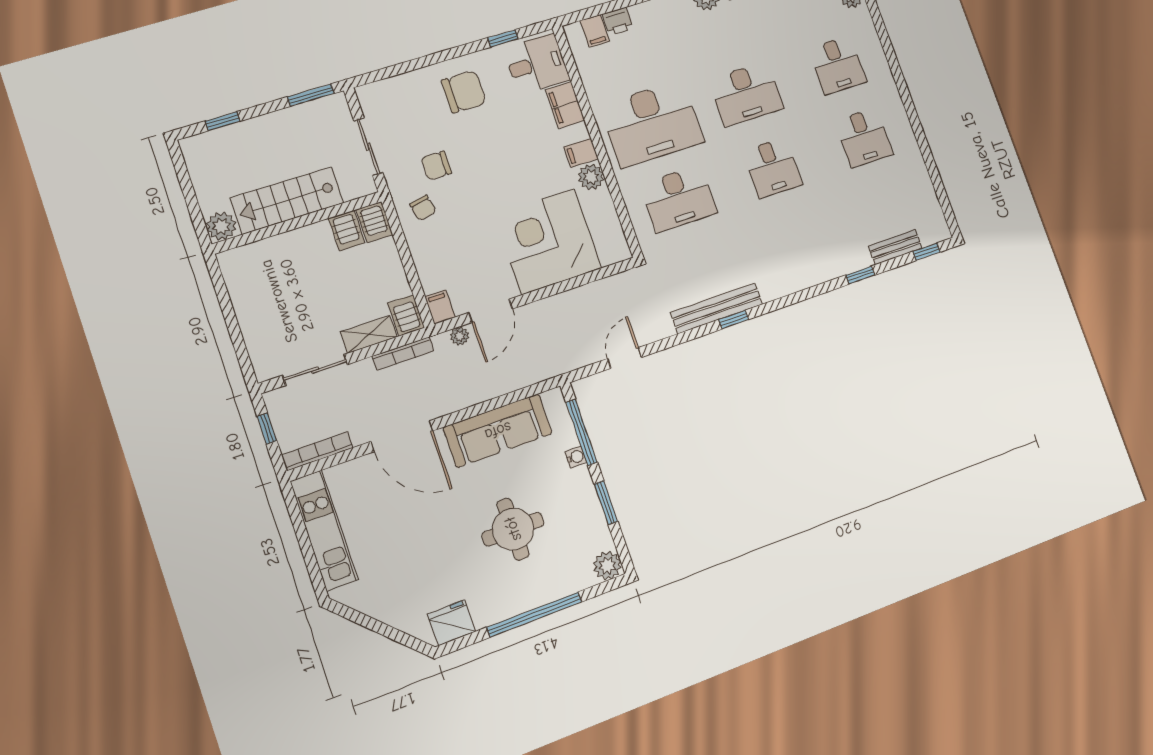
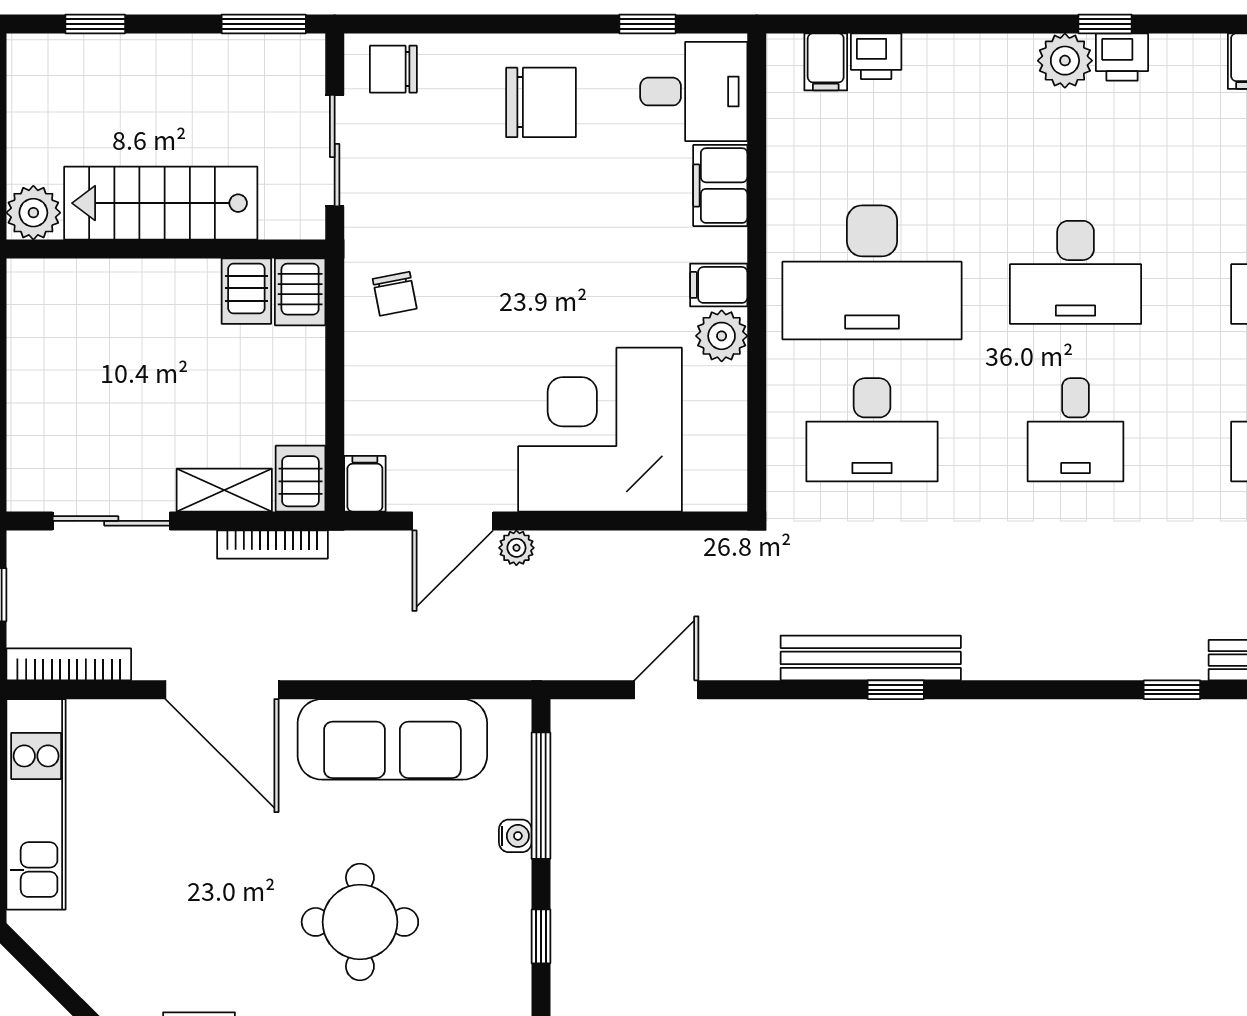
chair: (436, 166) -> (393, 69), moved
plant: (460, 336) -> (516, 548), moved
window: (606, 503) -> (541, 936), width x0.67

